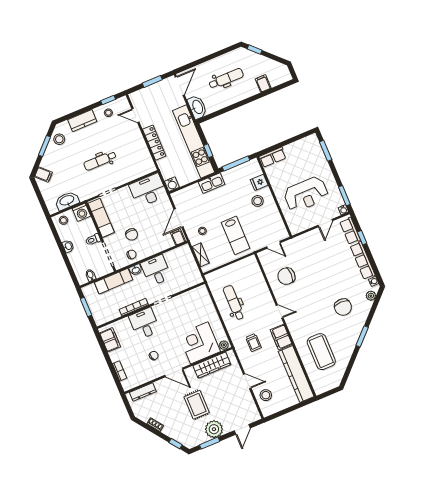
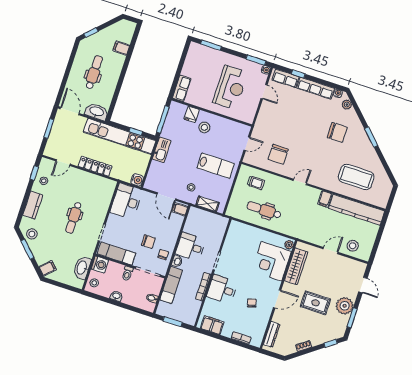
filing cabinet: (281, 337) -> (325, 199), width x0.50
trolley: (253, 342) -> (256, 183), moved

